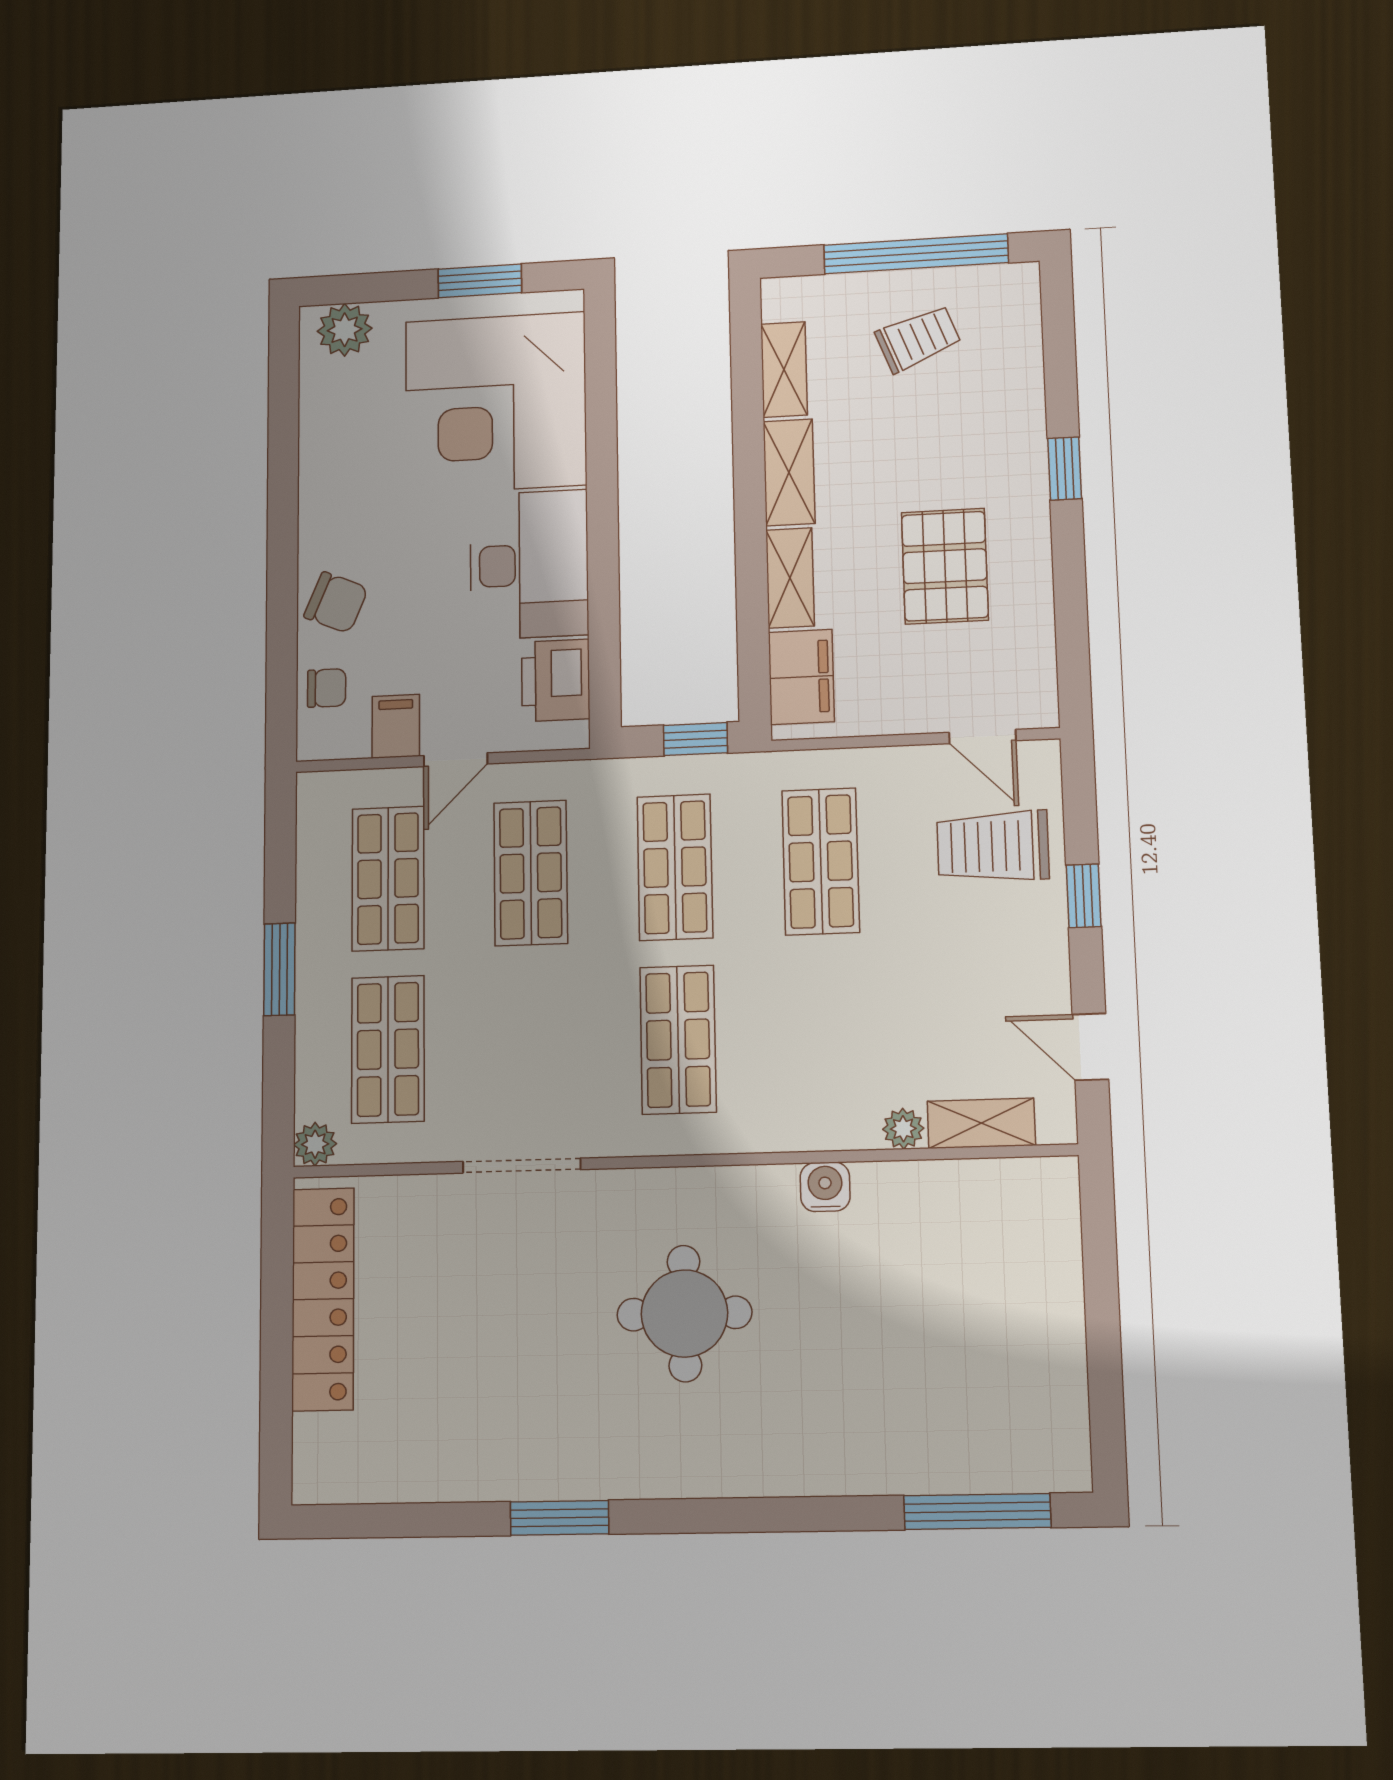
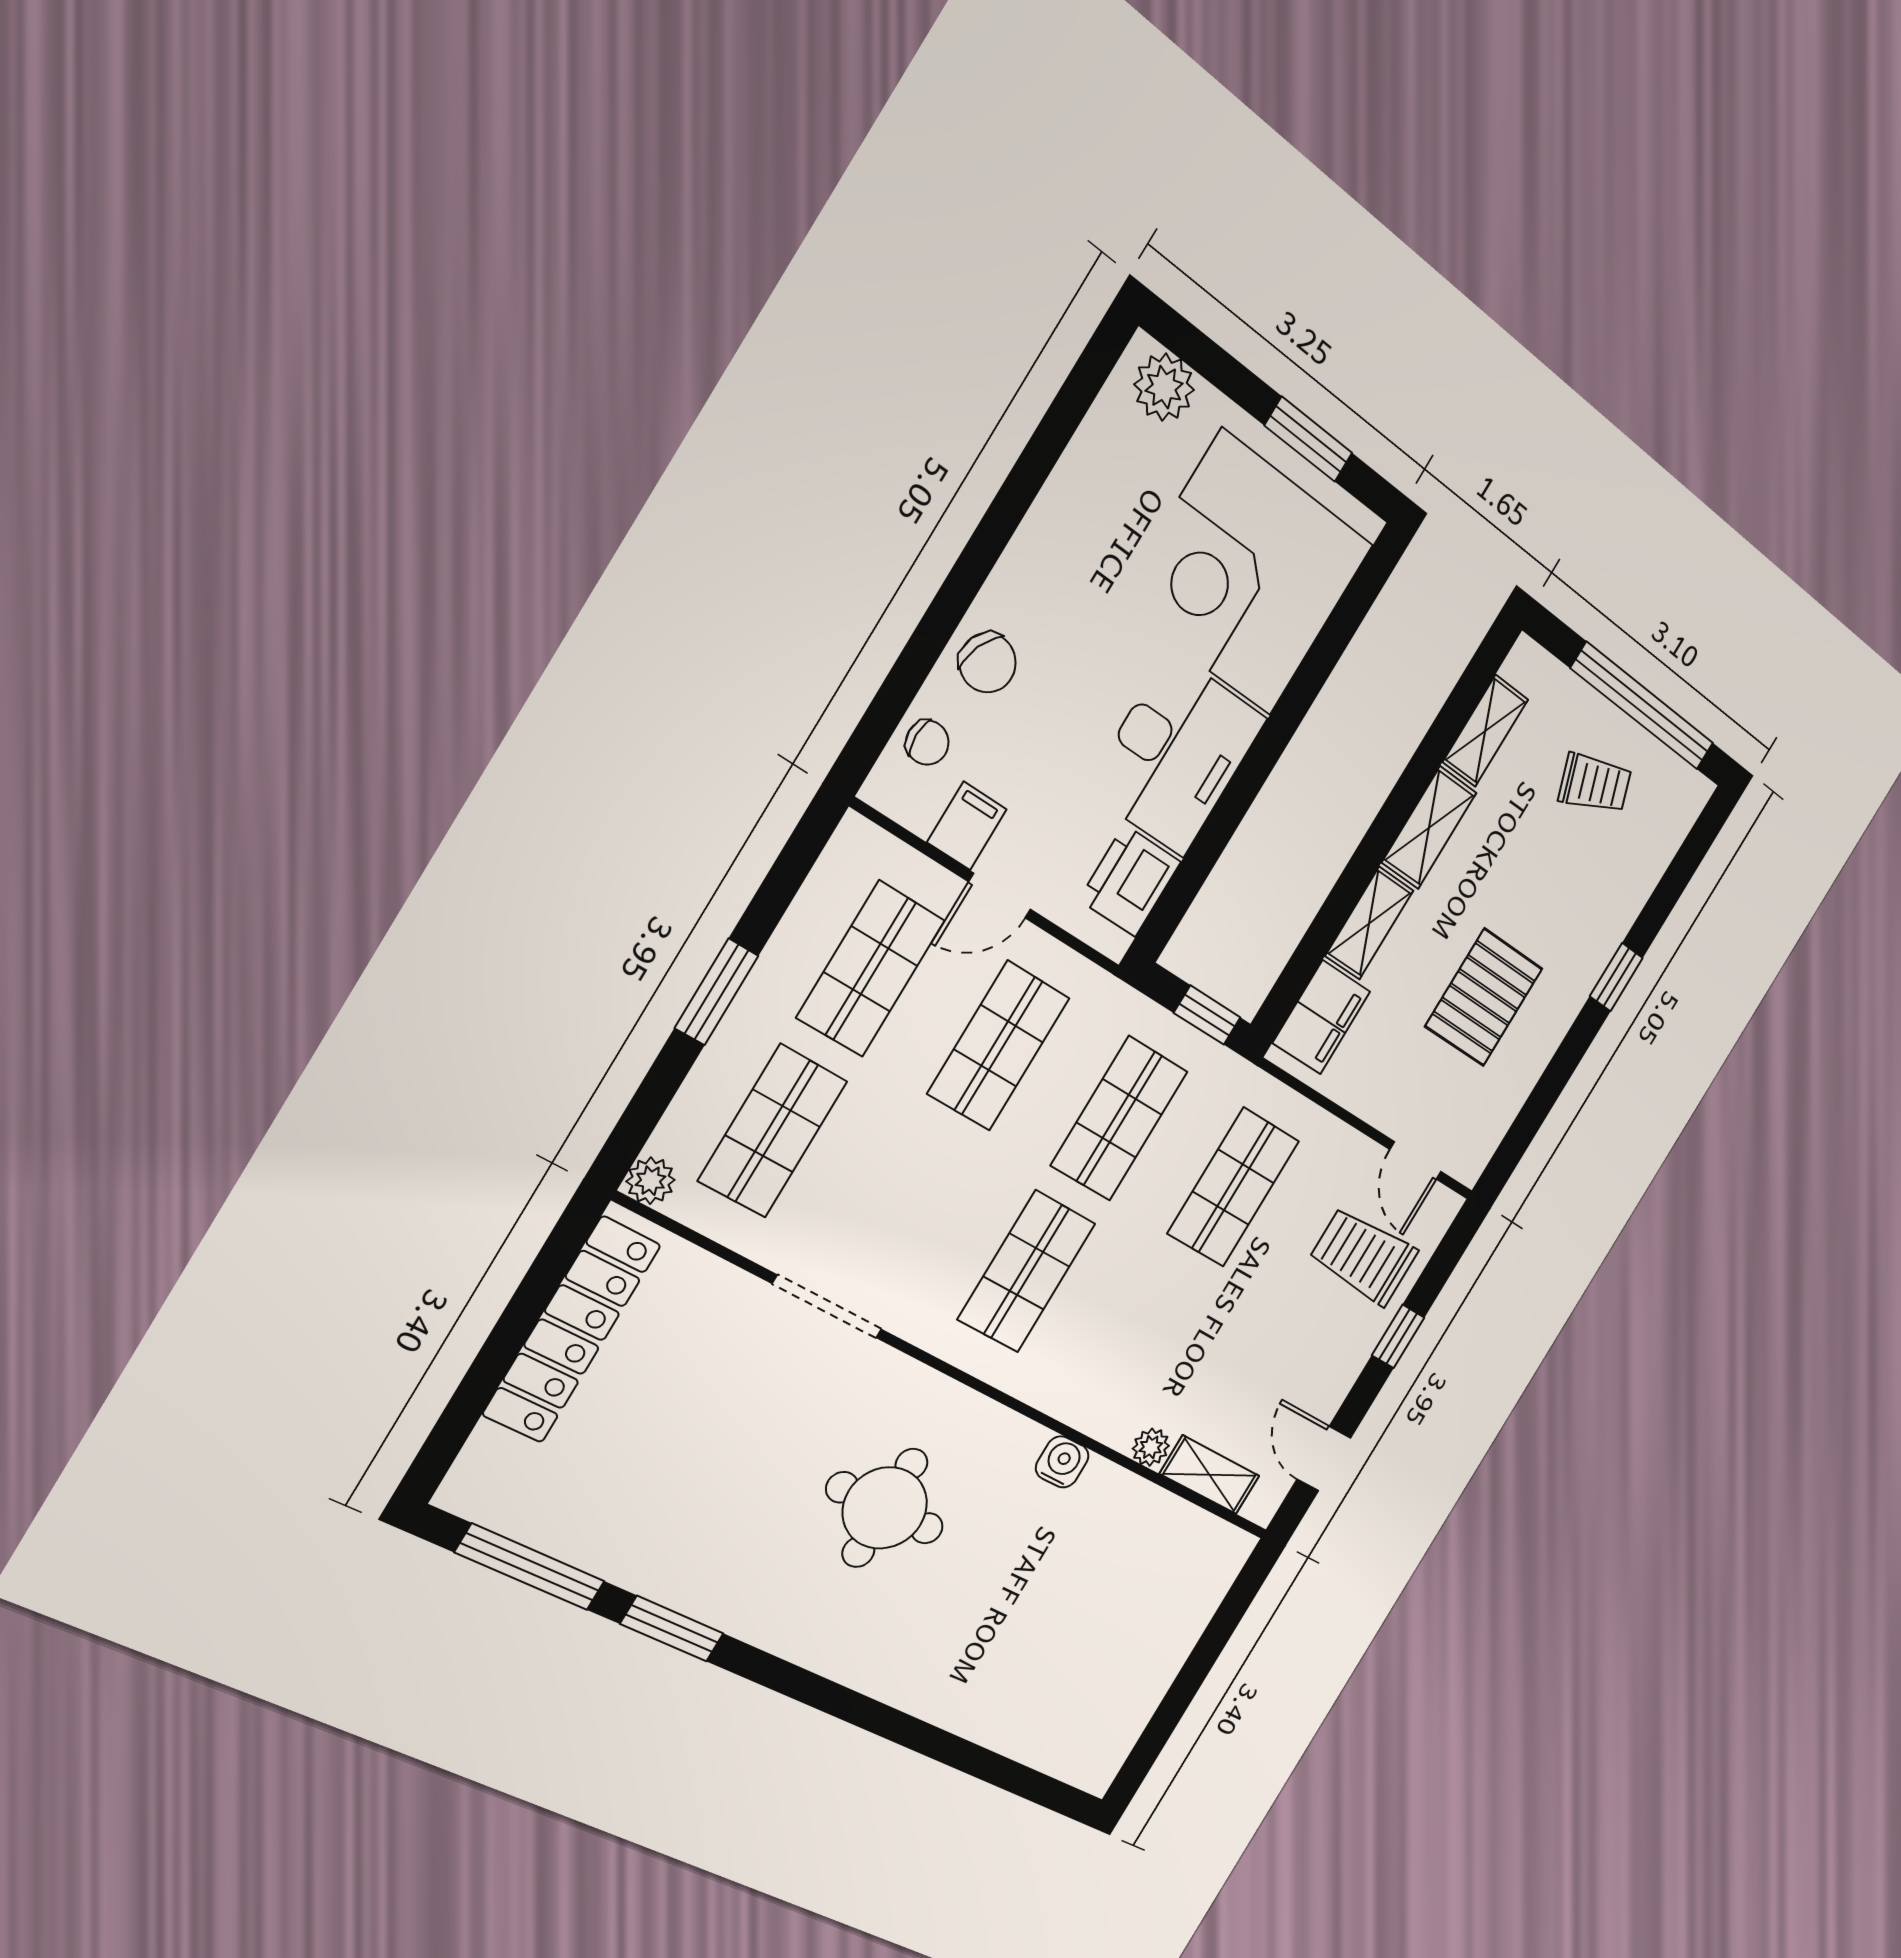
window: (977, 1512) -> (530, 1567), moved

